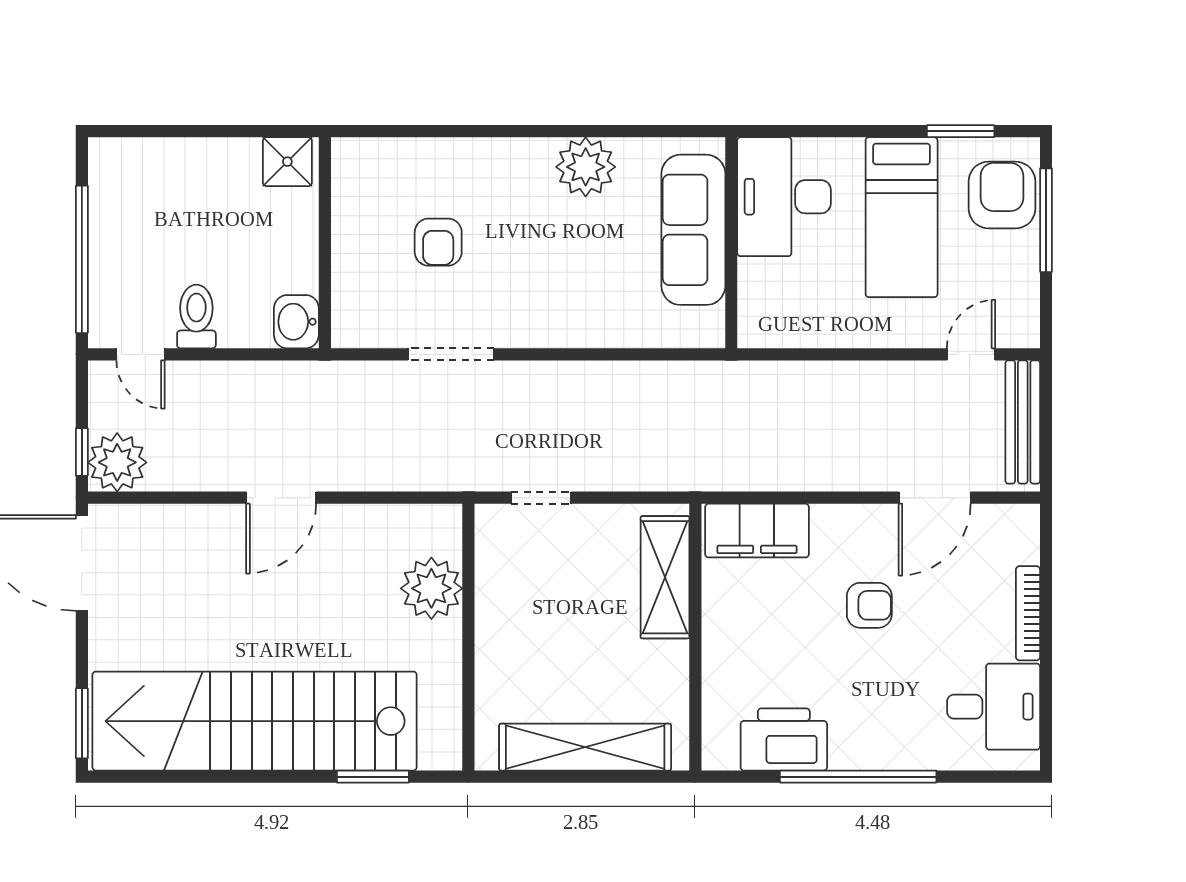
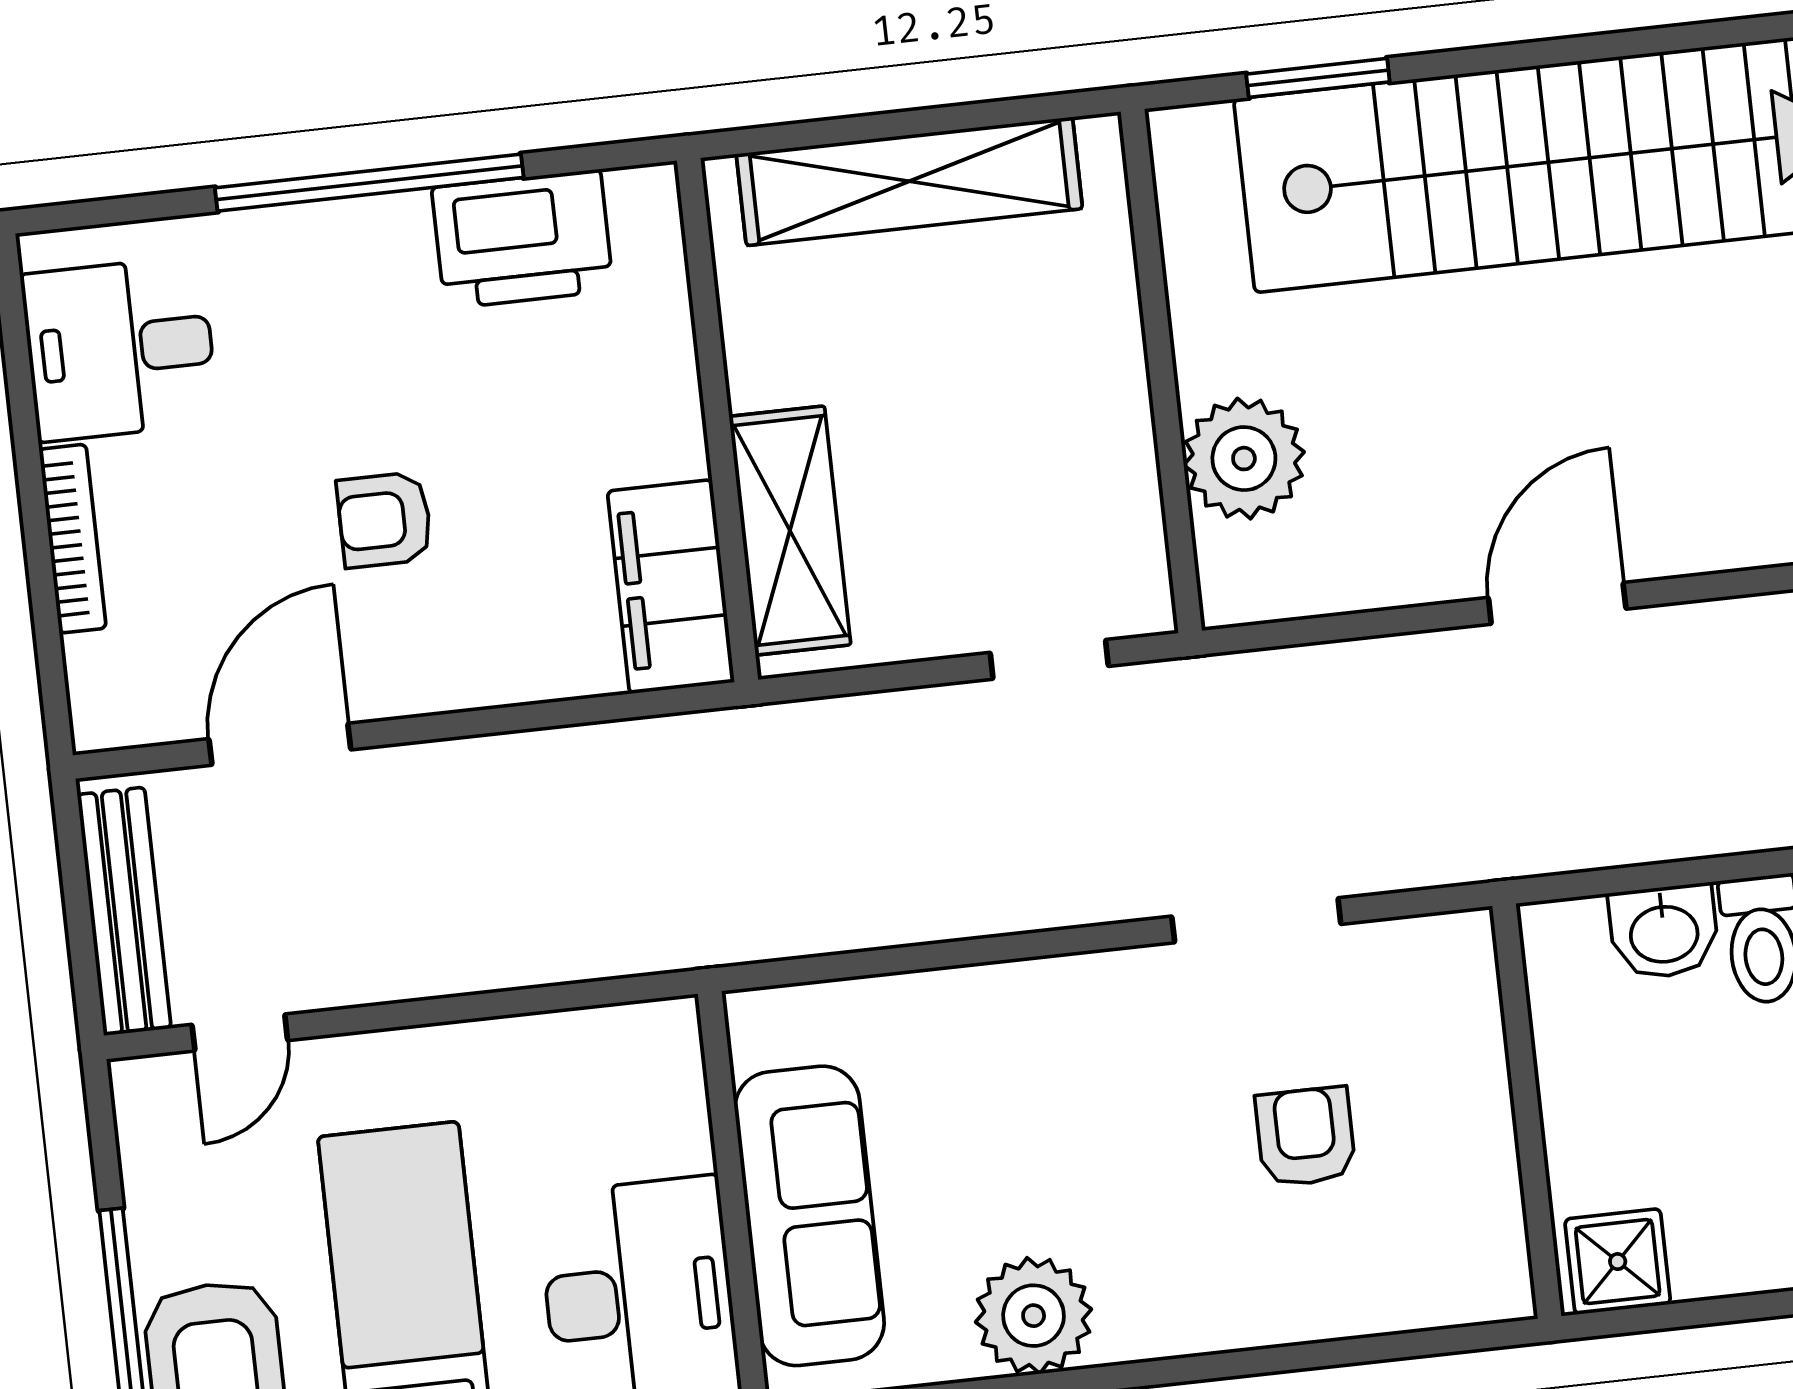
washbasin: (296, 322) -> (1664, 932), moved, turned 90
filing cabinet: (757, 531) -> (671, 587), moved, turned -90

